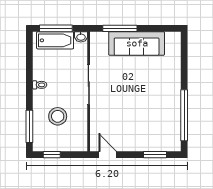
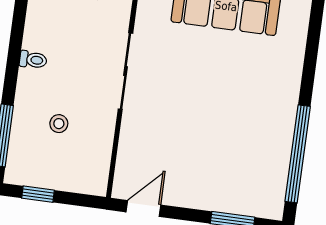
stool: (58, 116) -> (59, 124), width x0.53, depth x0.53
door: (108, 155) -> (143, 208), hinge flipped

